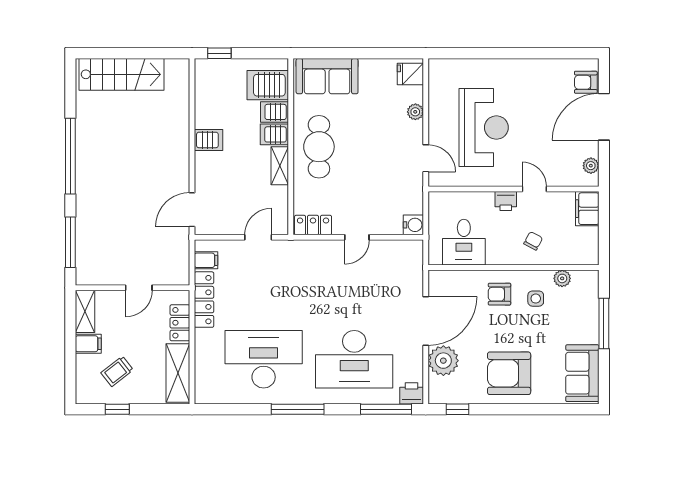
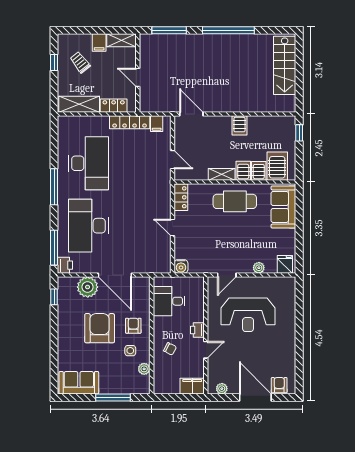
armchair: (509, 373) -> (100, 328), moved

